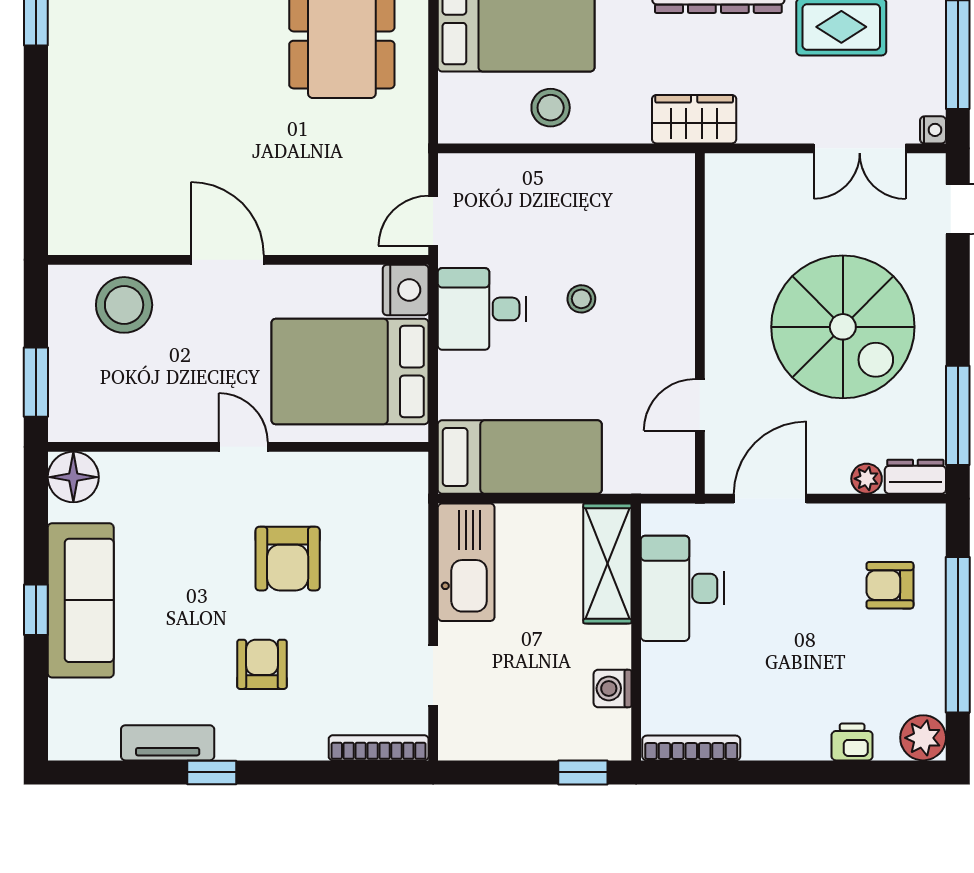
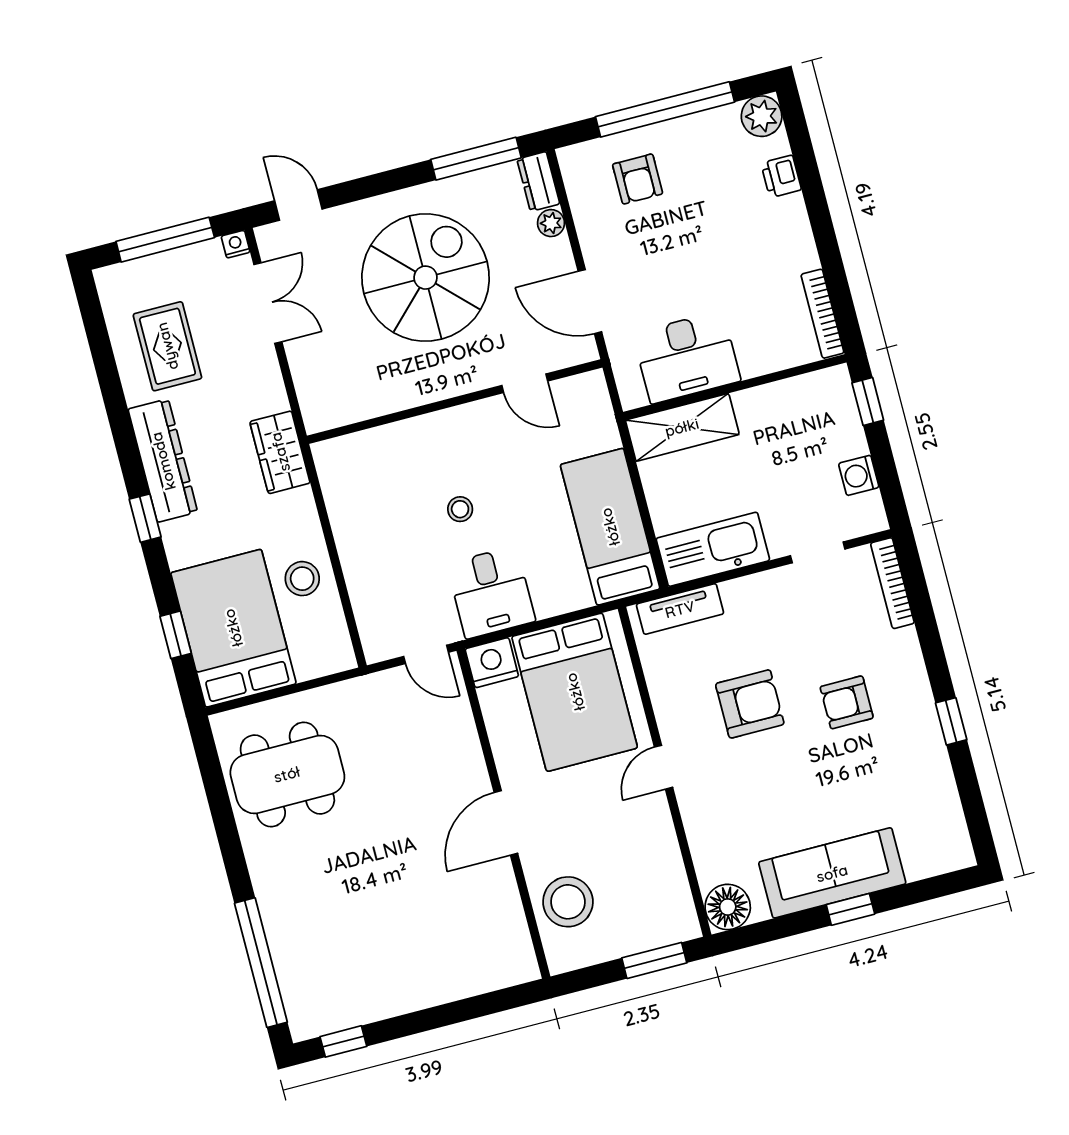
washing machine: (613, 688) -> (859, 475), moved, turned 90
tv unit: (168, 743) -> (680, 609), moved, turned -90

